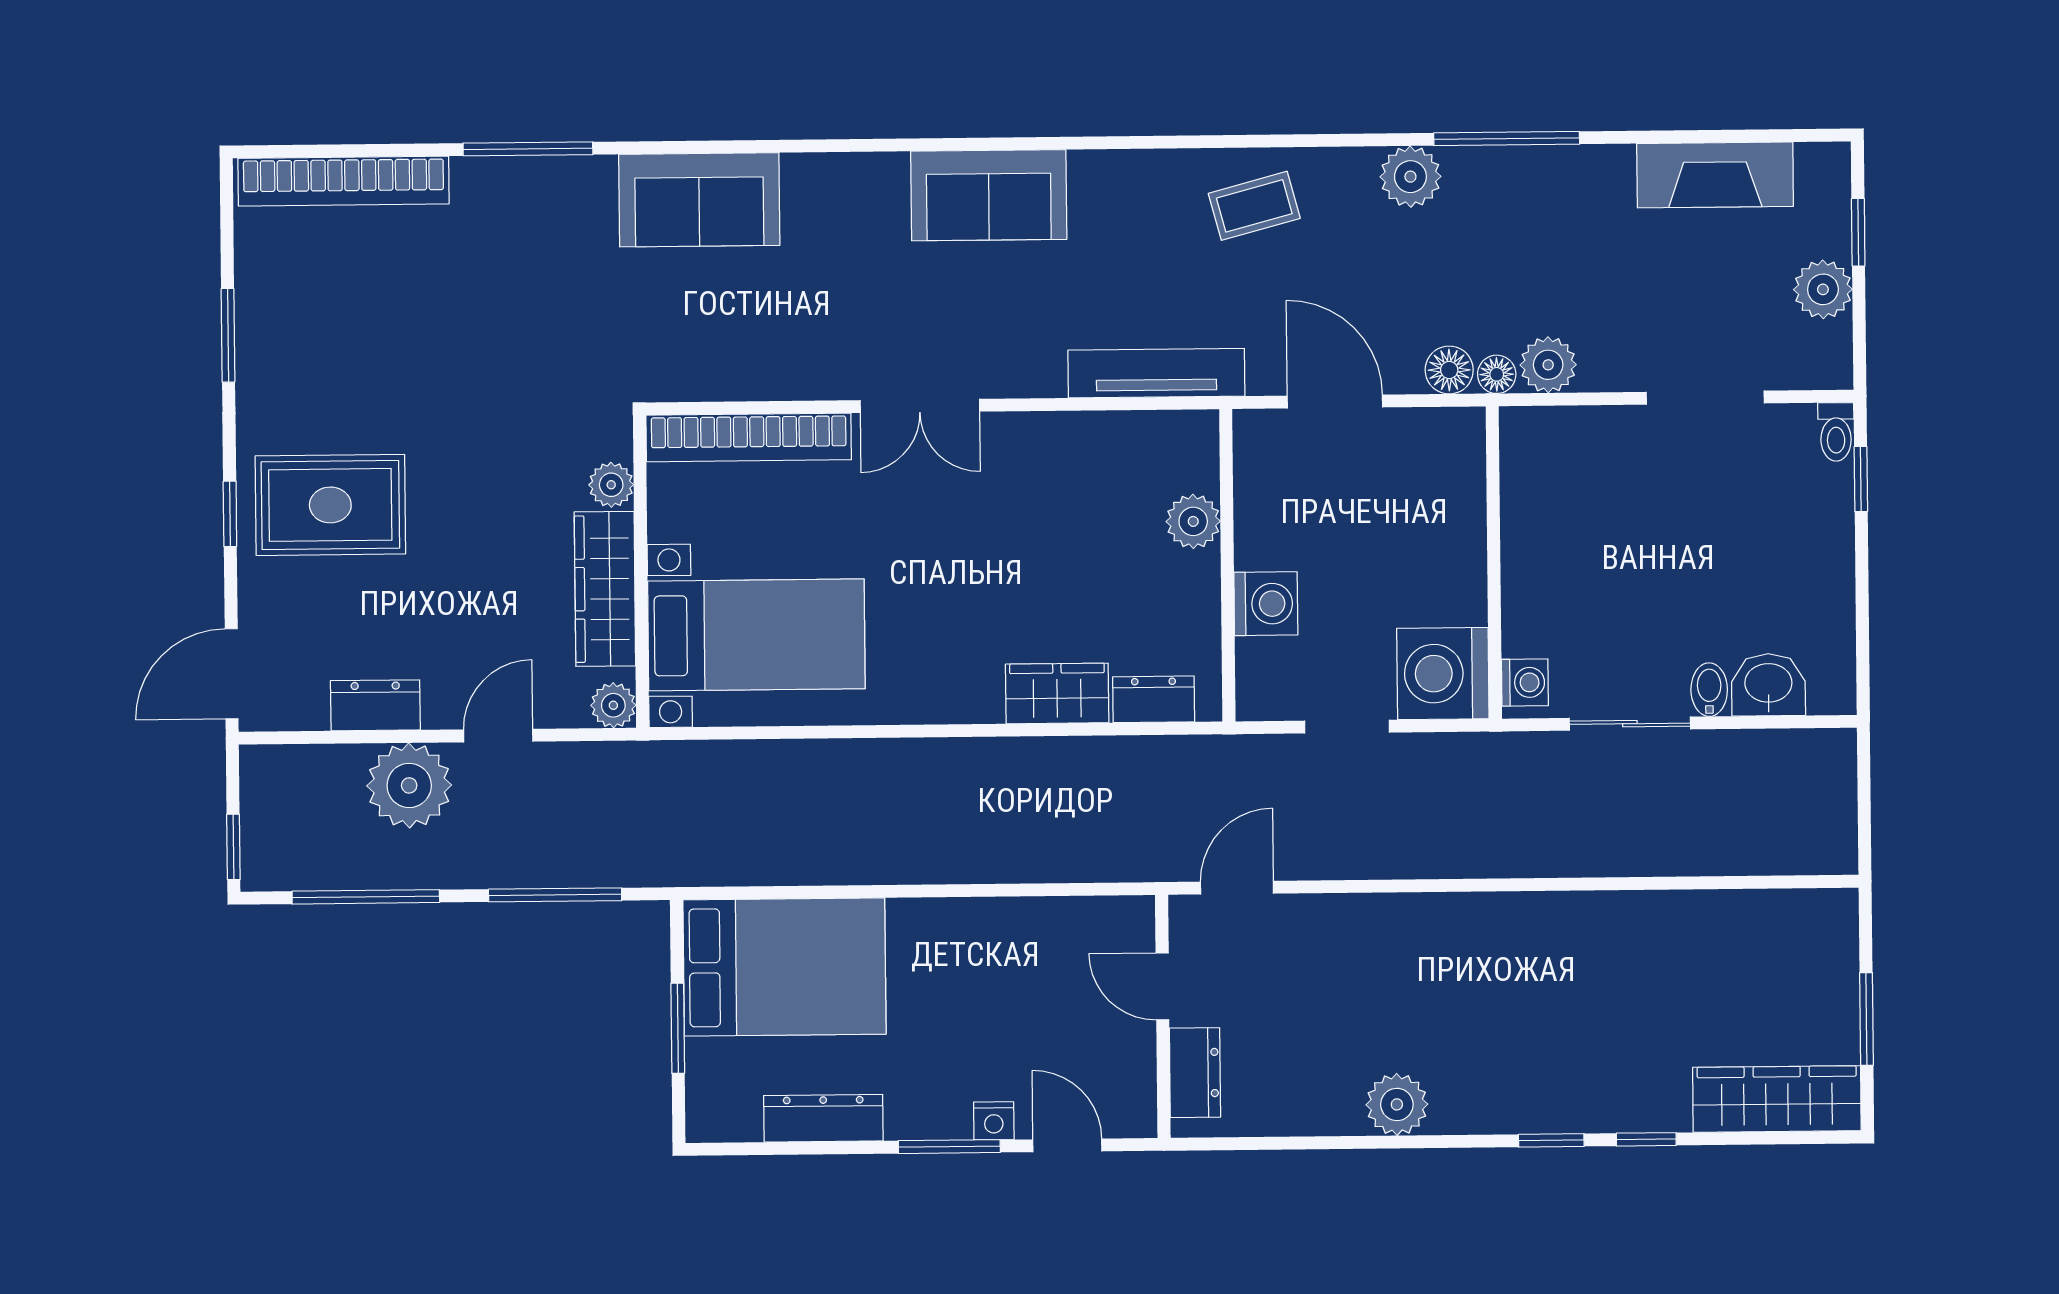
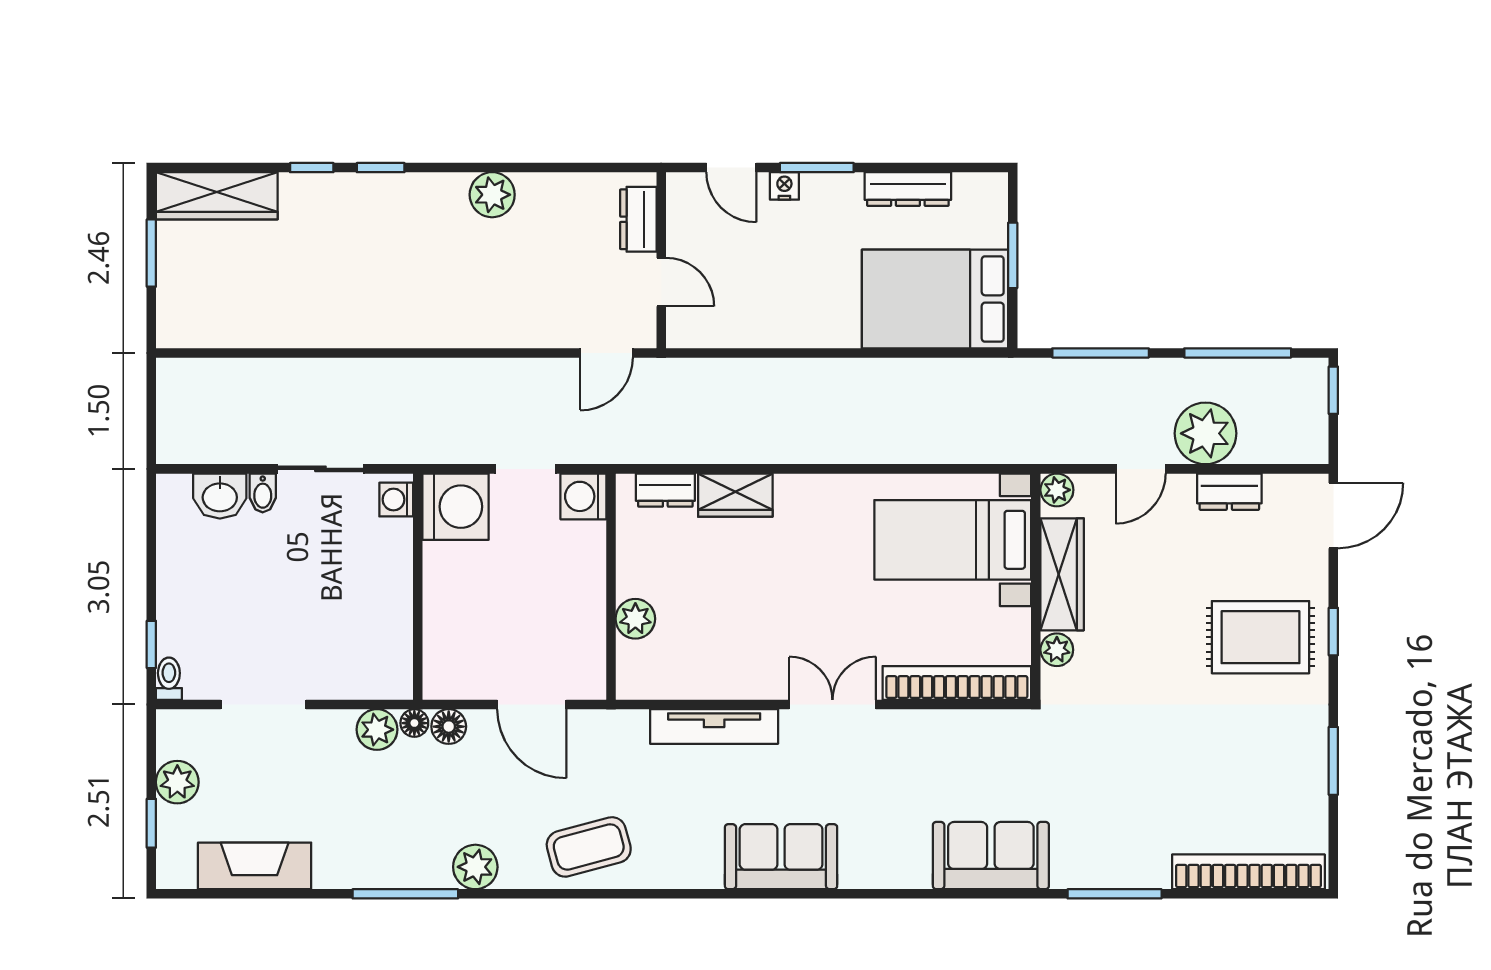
coffee table: (1254, 206) -> (589, 847), width x1.36, depth x1.30
tv unit: (1156, 373) -> (714, 726), moved
washing machine: (1266, 604) -> (583, 496), moved

